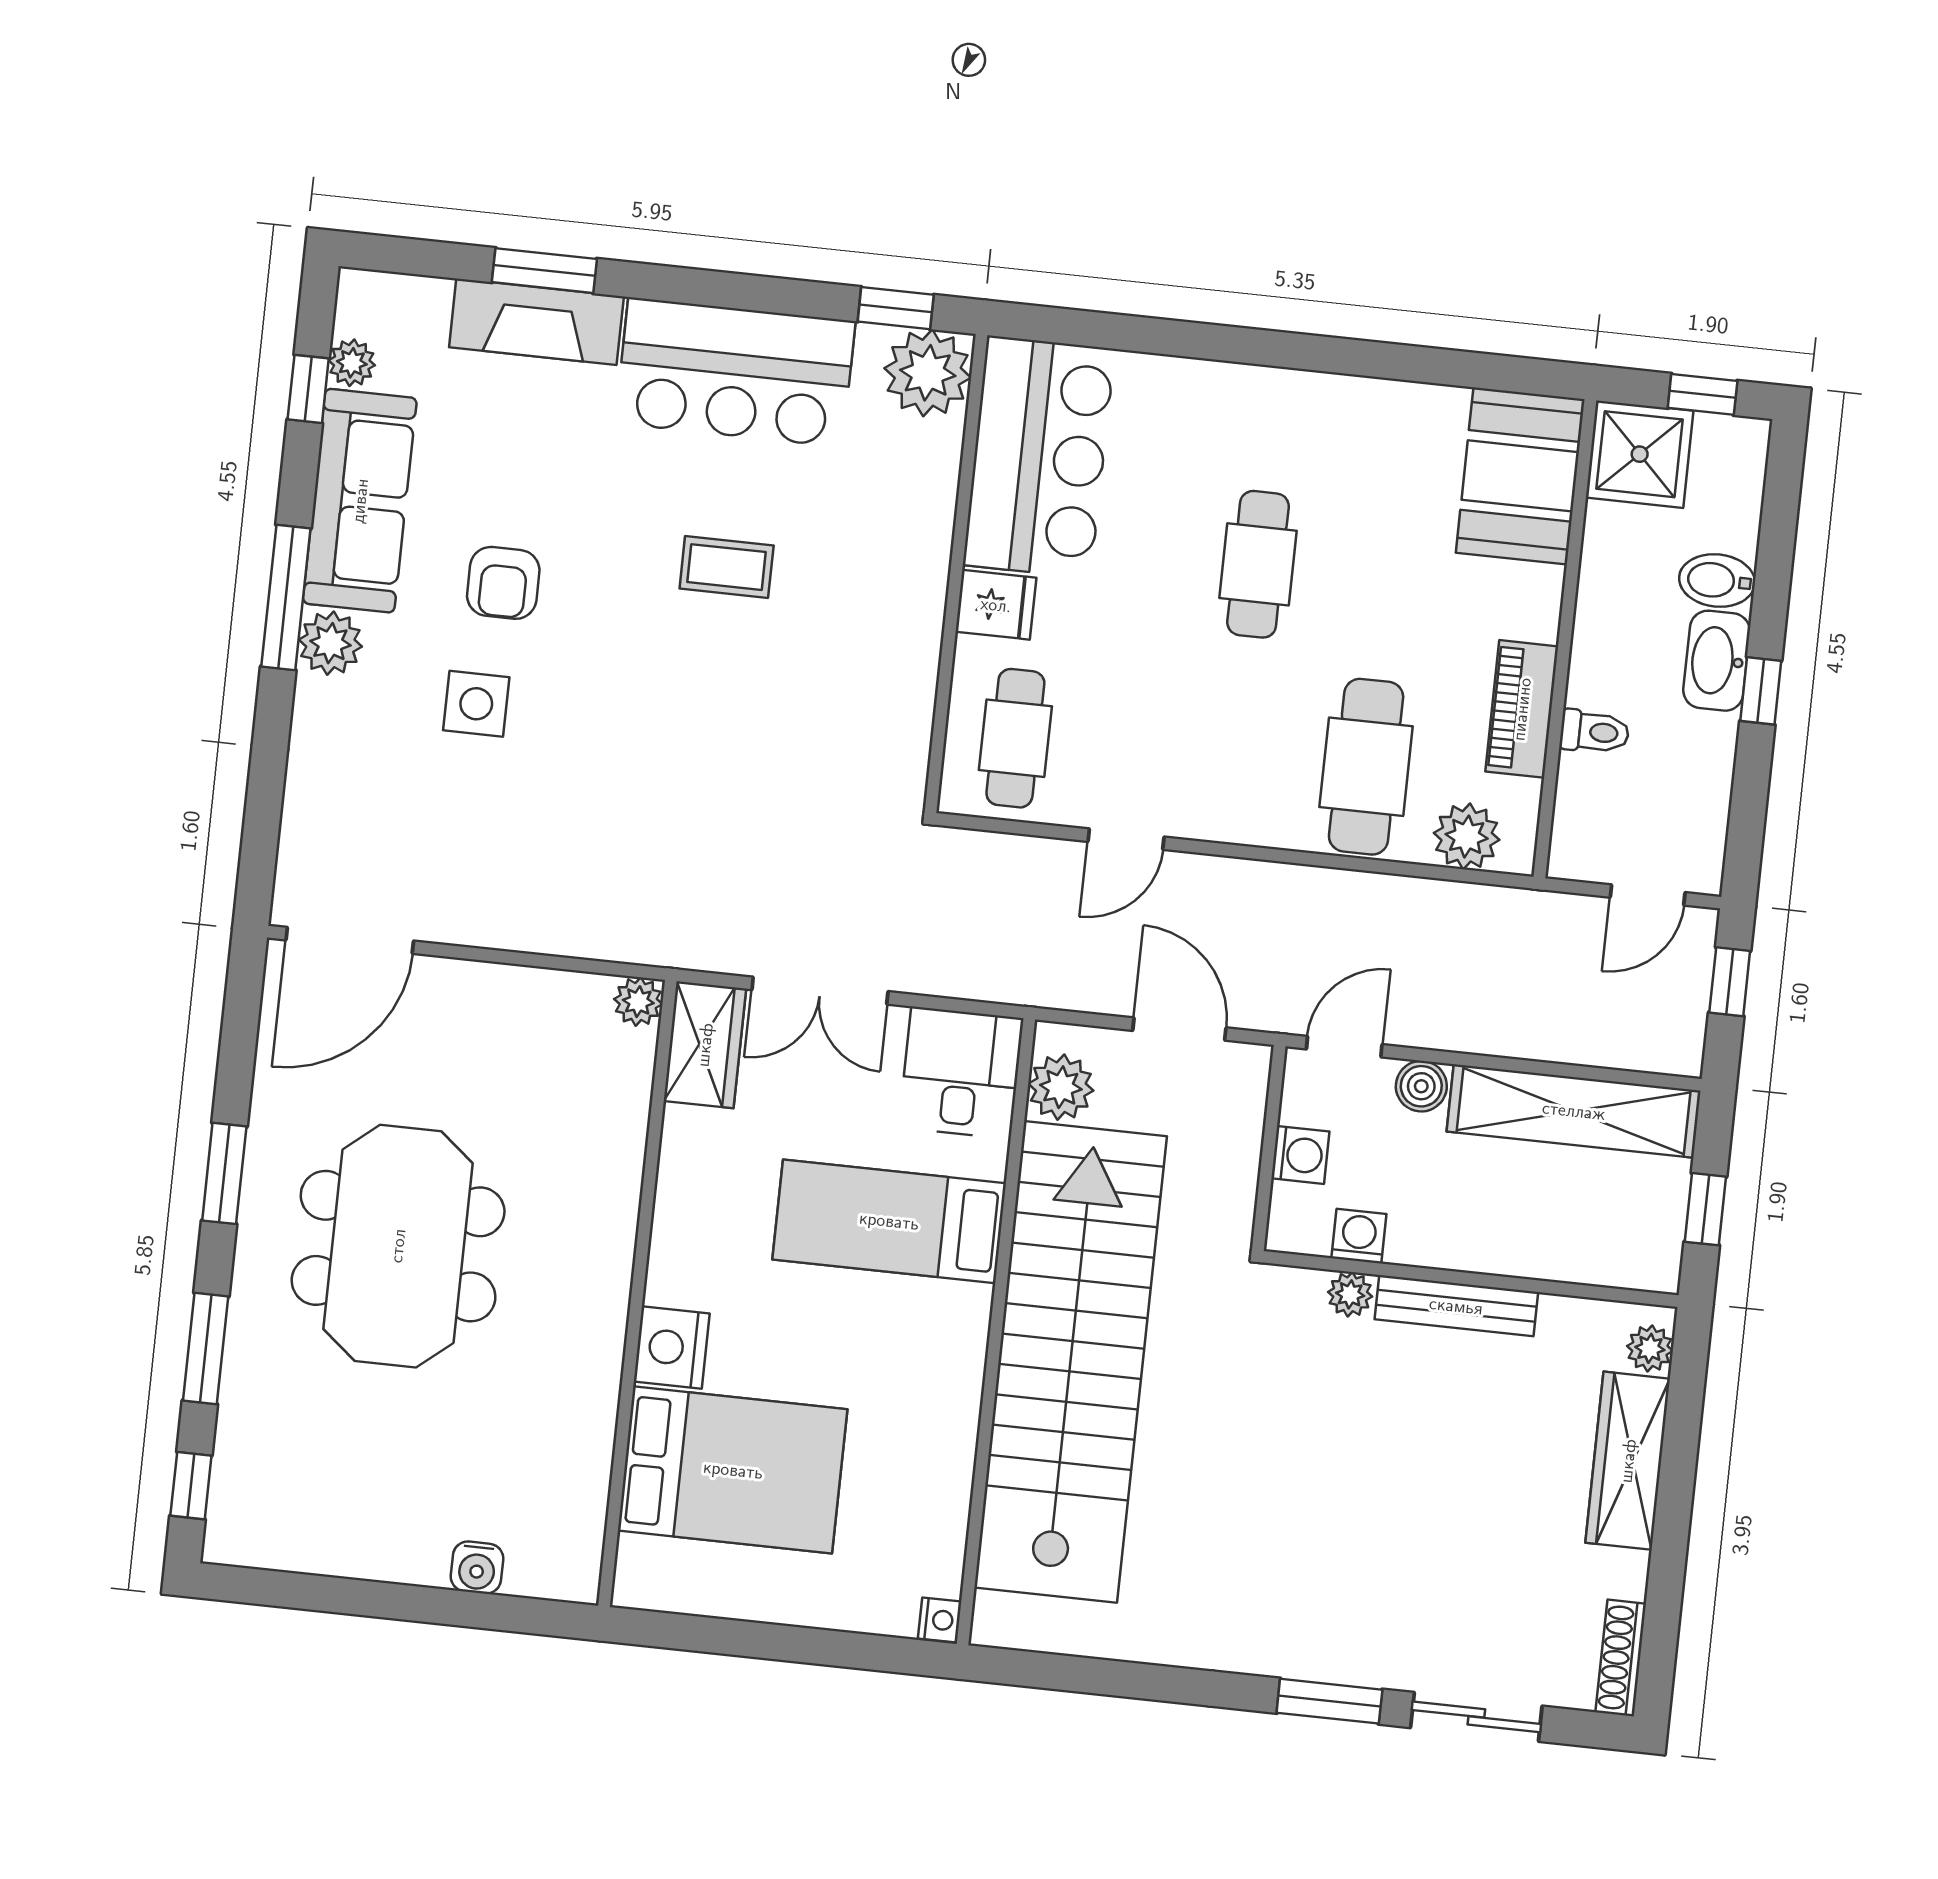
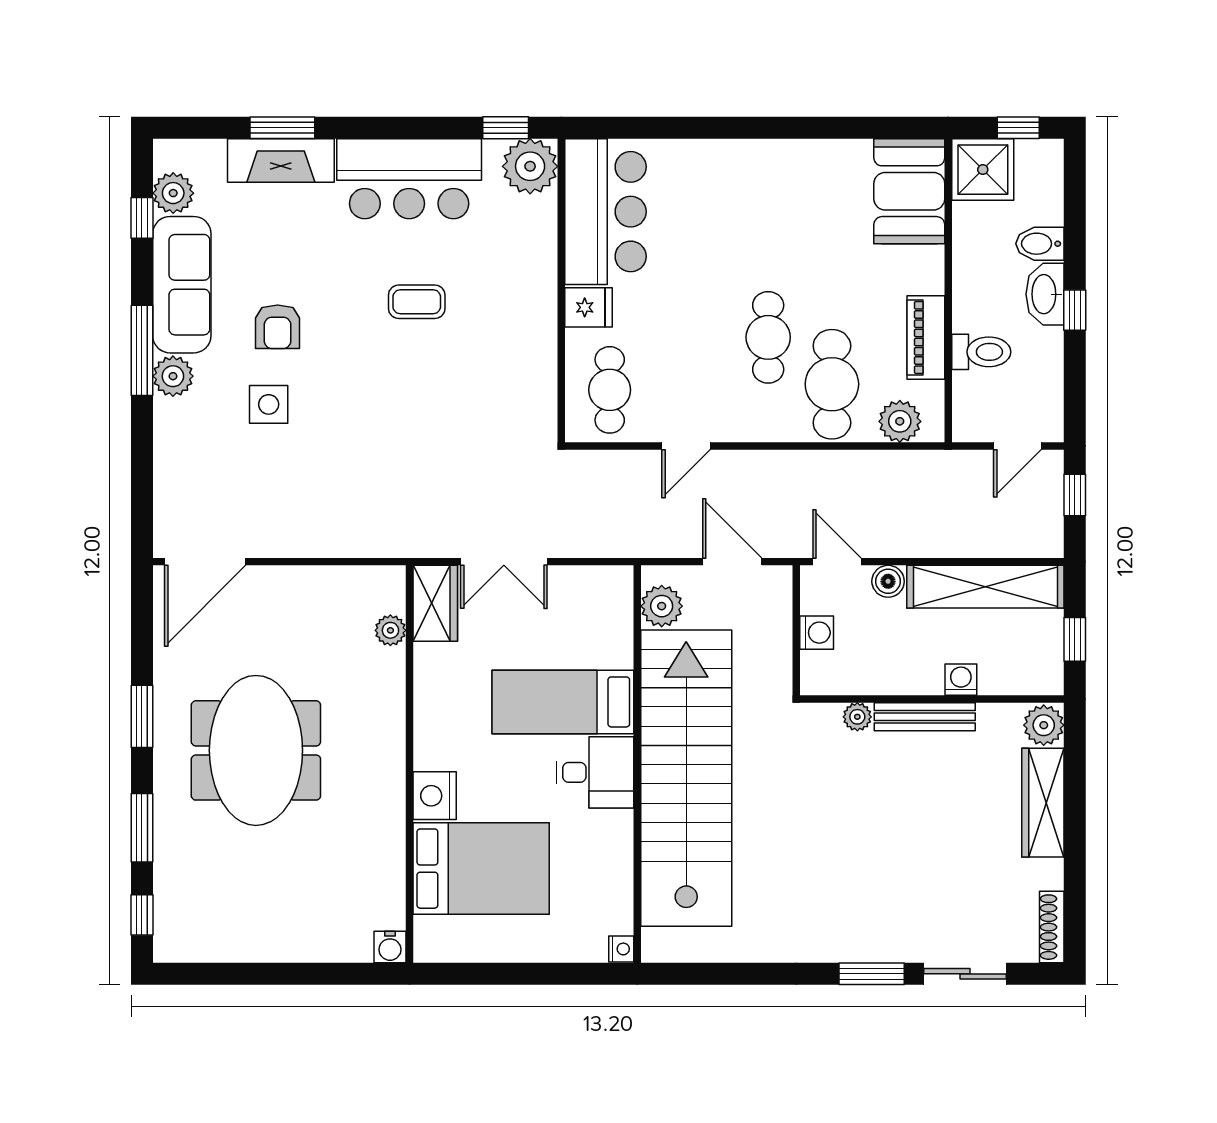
plant: (352, 363) -> (173, 193), width x1.38, depth x1.38
cafe table: (1258, 564) -> (768, 337), moved
toilet: (1594, 732) -> (981, 352), width x1.37, depth x1.39
plant: (638, 1002) -> (390, 630), moved
door: (1344, 1047) -> (837, 562), hinge flipped
desk: (961, 1073) -> (595, 772), moved, turned 90
washing machine: (1359, 1236) -> (961, 680), moved
plant: (1650, 1348) -> (1044, 725), width x1.38, depth x1.38
water cooler: (477, 1568) -> (390, 947), moved

